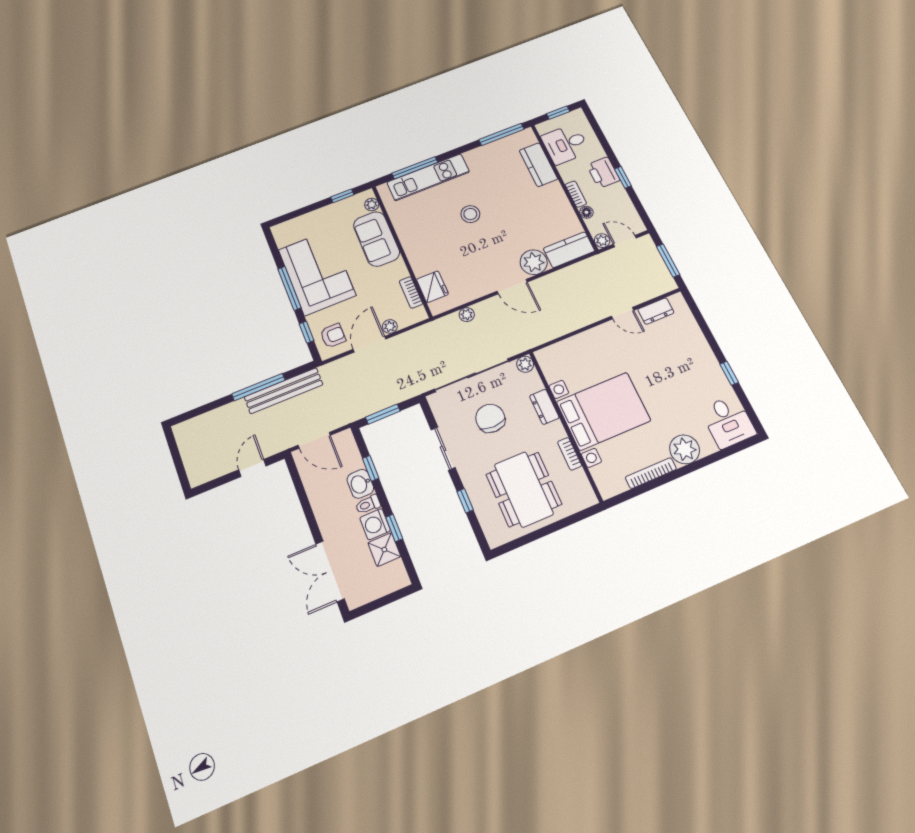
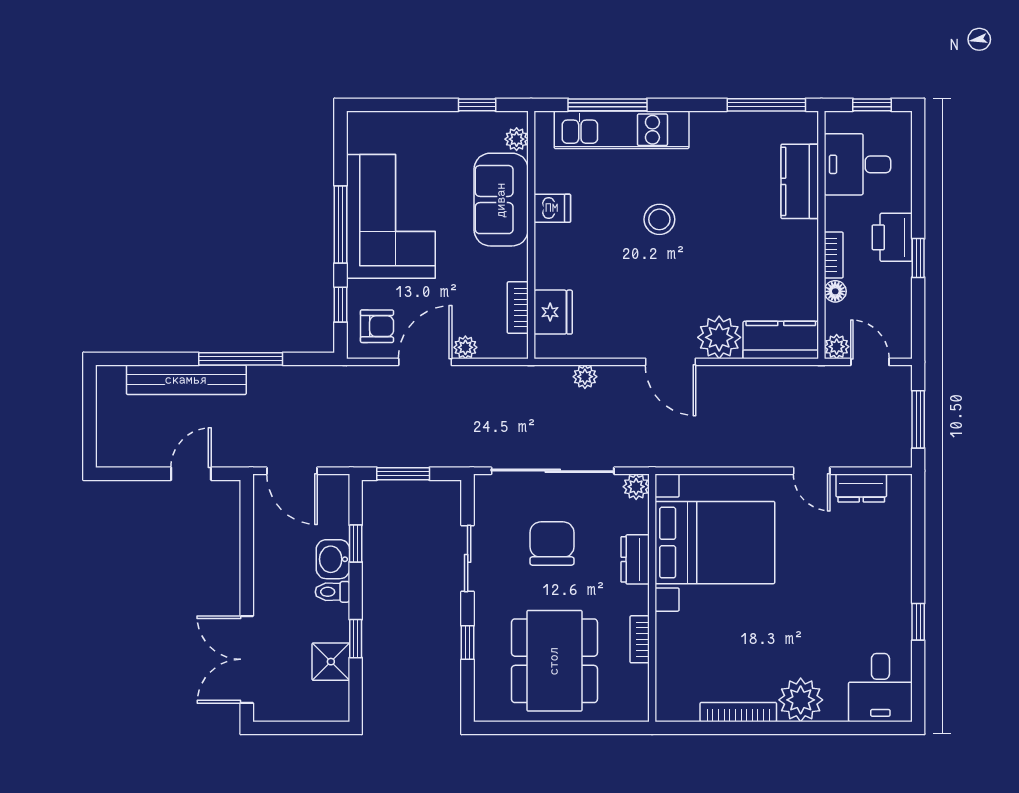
dishwasher: (408, 232) -> (552, 208), added
bench: (284, 391) -> (186, 380), moved
bed with nightstands: (603, 411) -> (715, 543), moved
washing machine: (375, 524) -> (332, 623), removed

